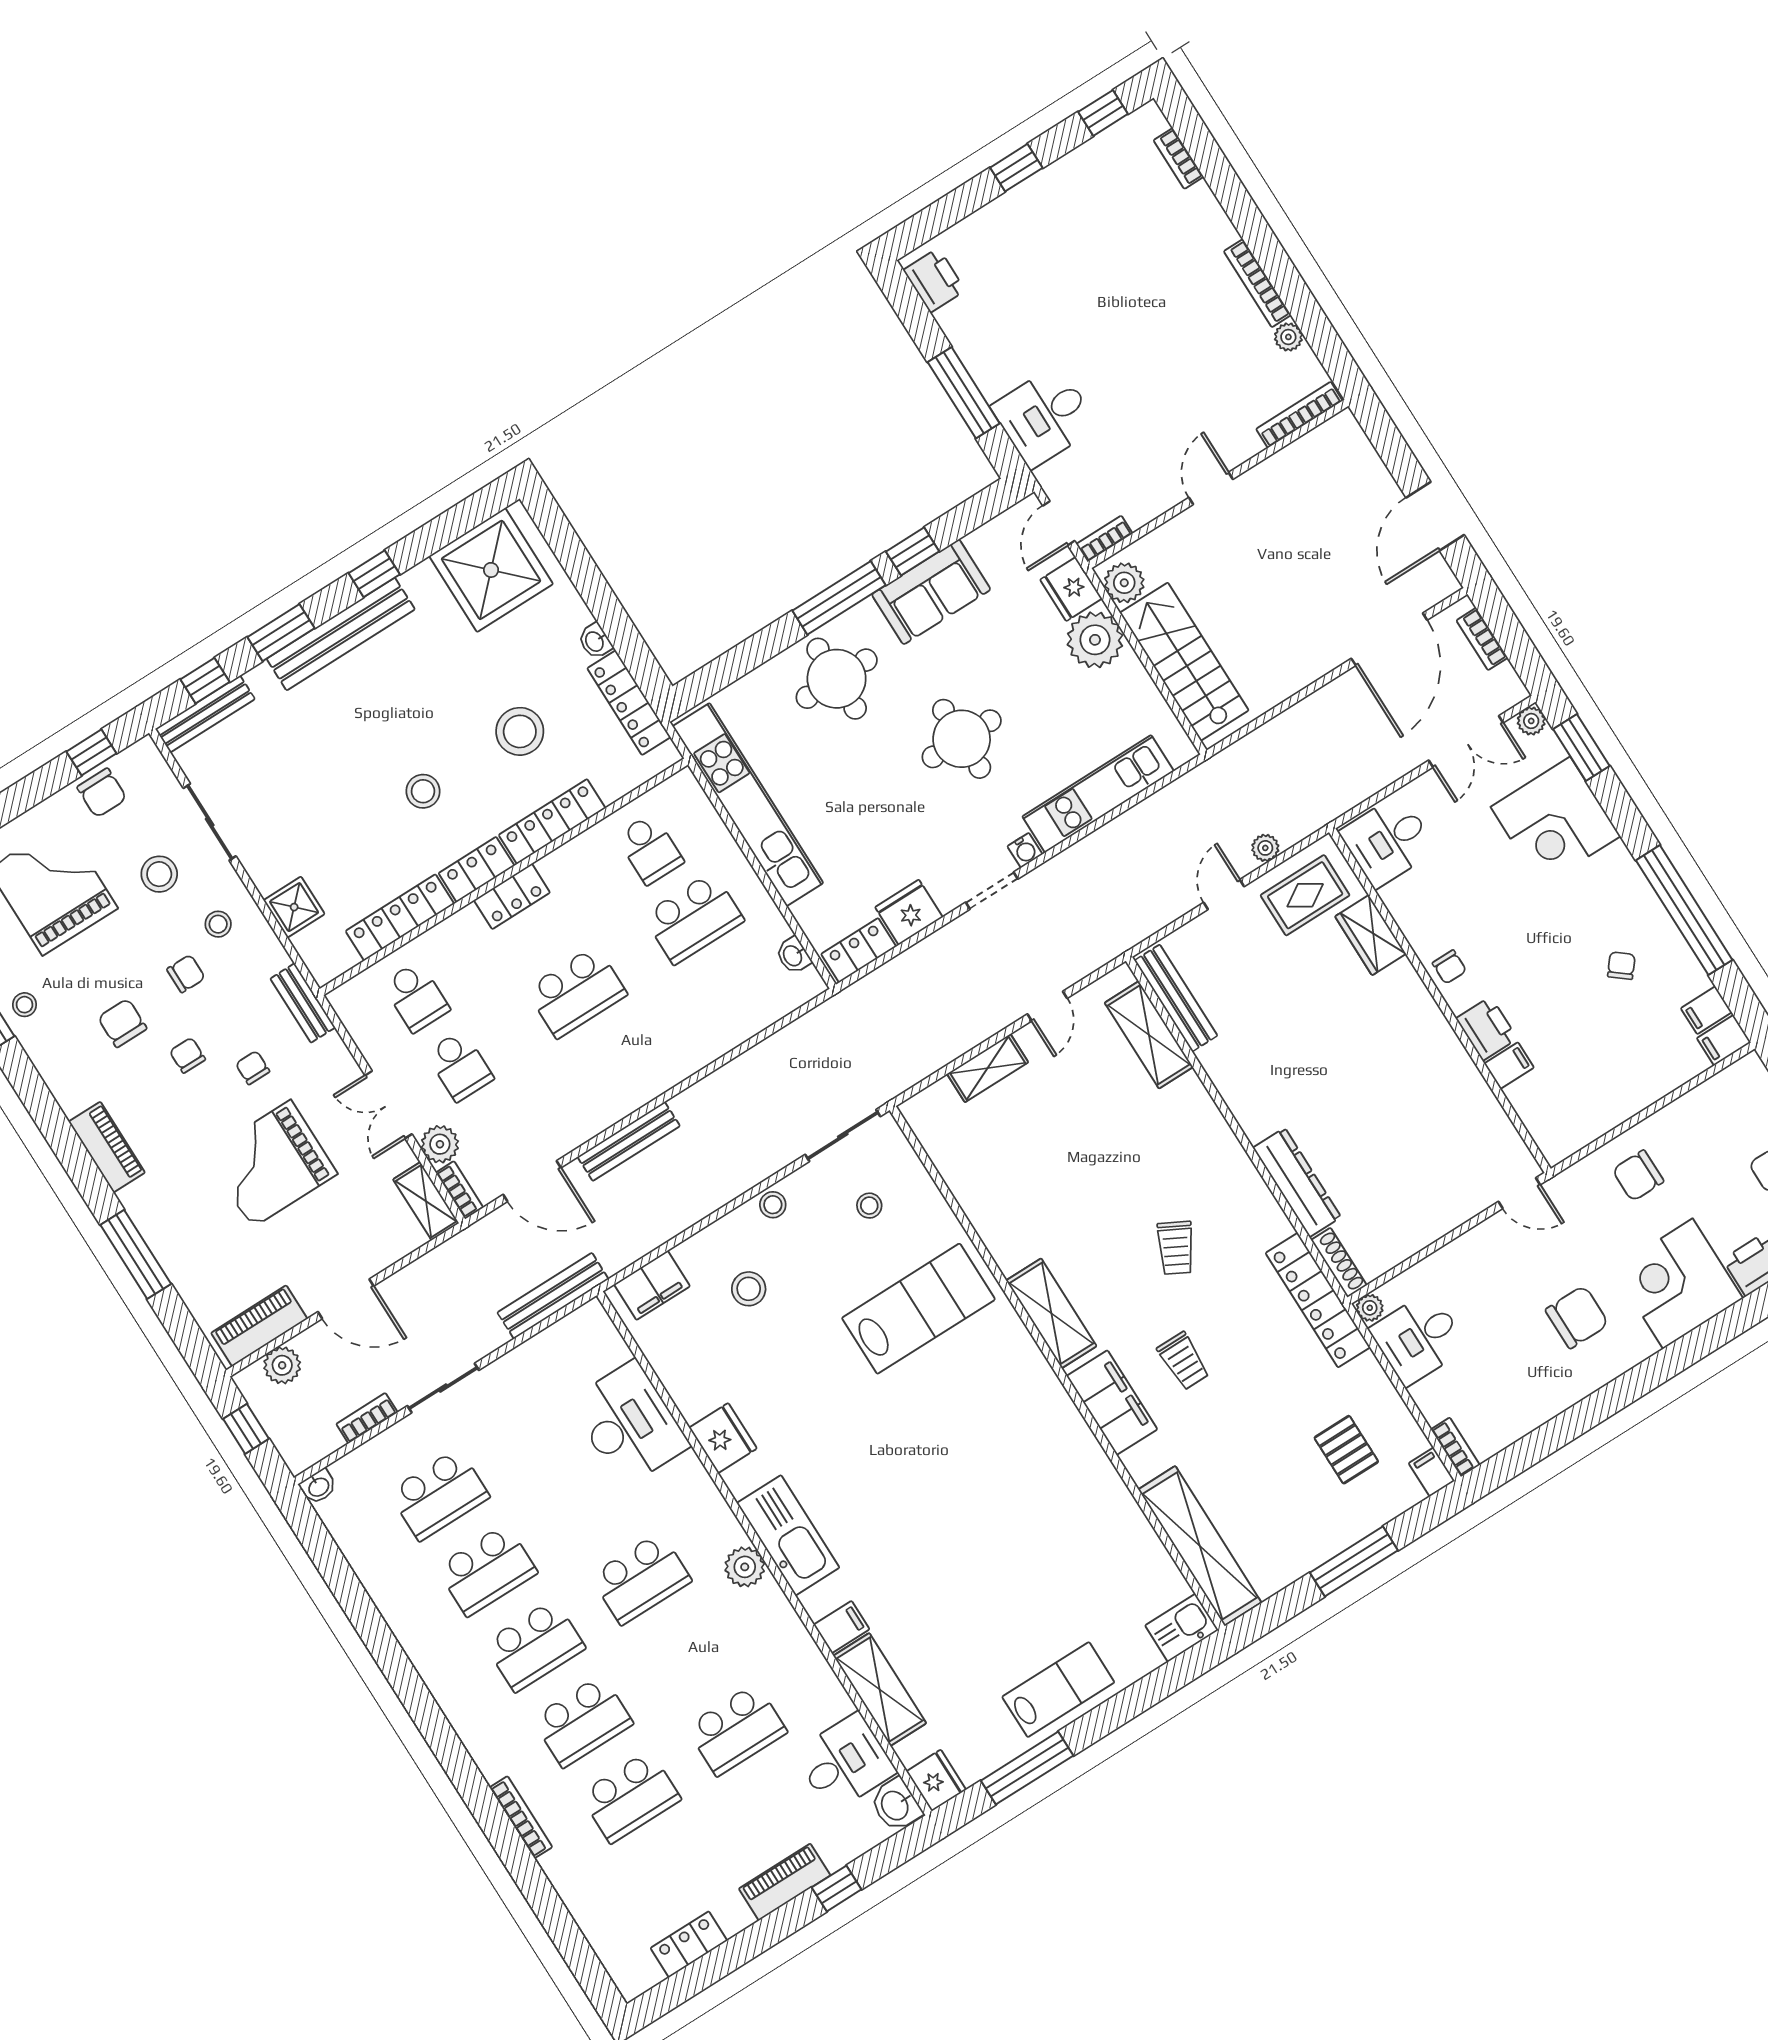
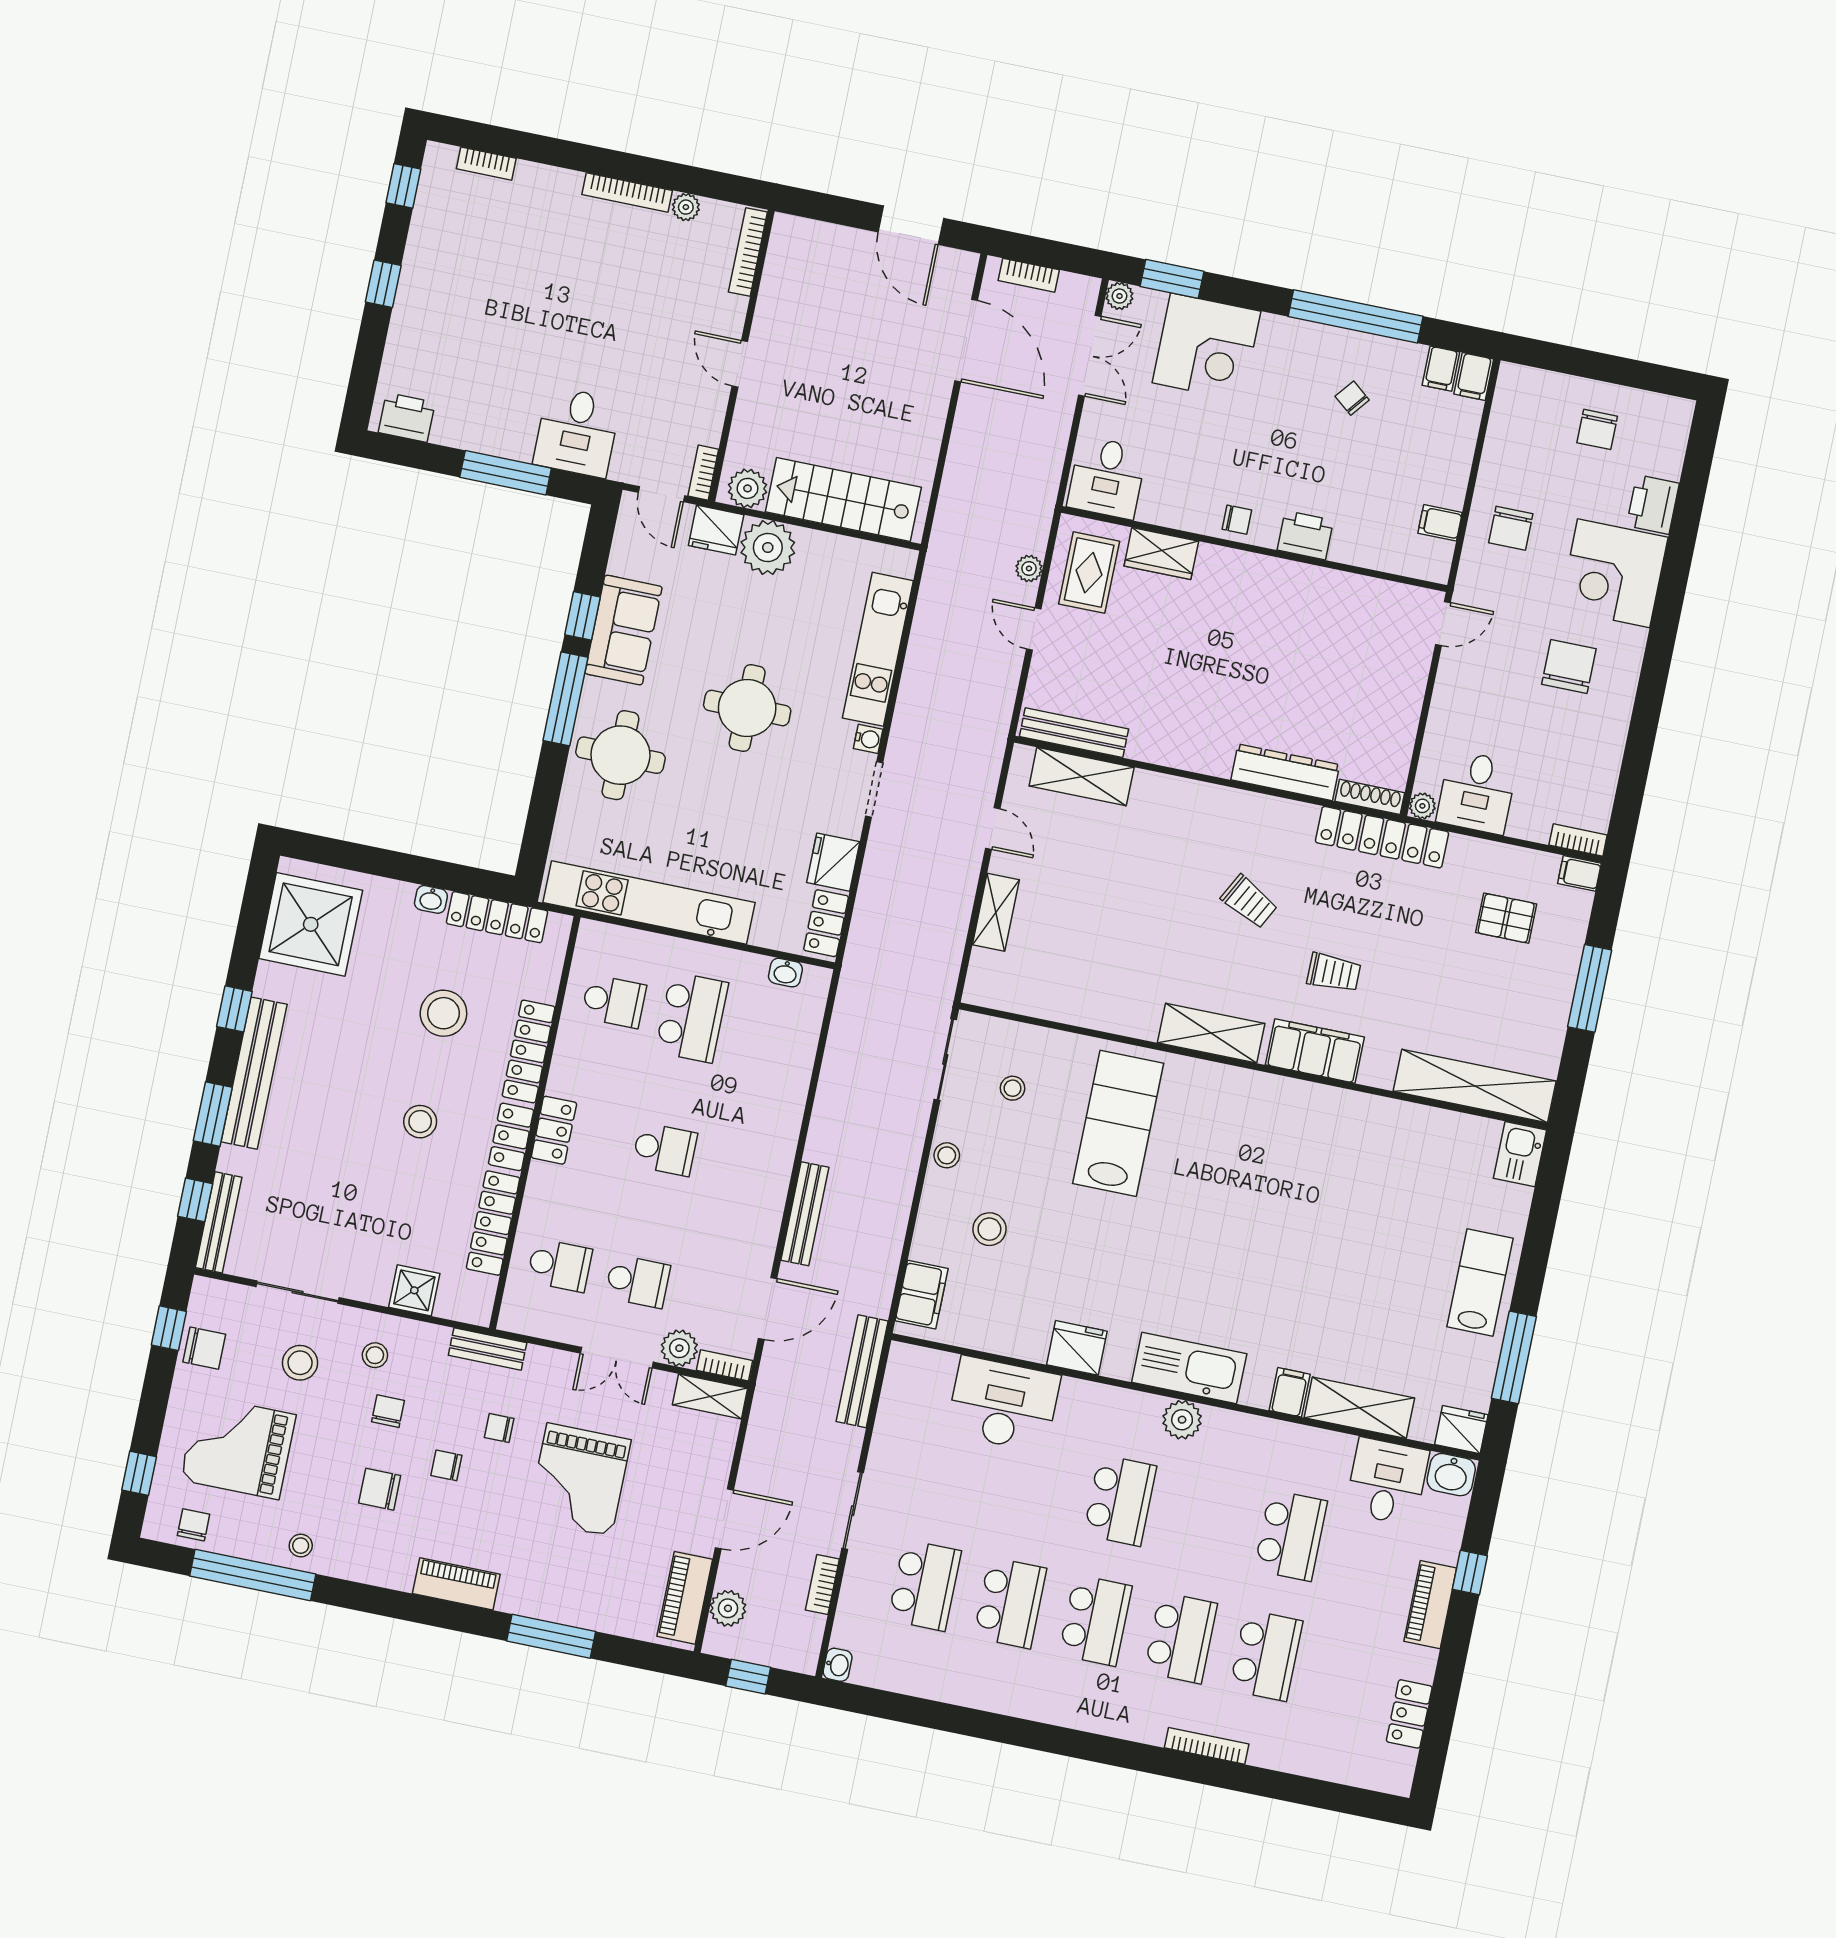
school desk: (577, 992) -> (665, 1149), width x0.54
filing cabinet: (1509, 1066) -> (1440, 523), moved, turned -90

